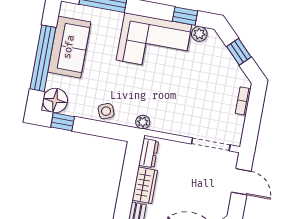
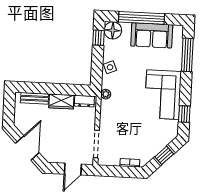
plant: (199, 34) -> (173, 126), removed

